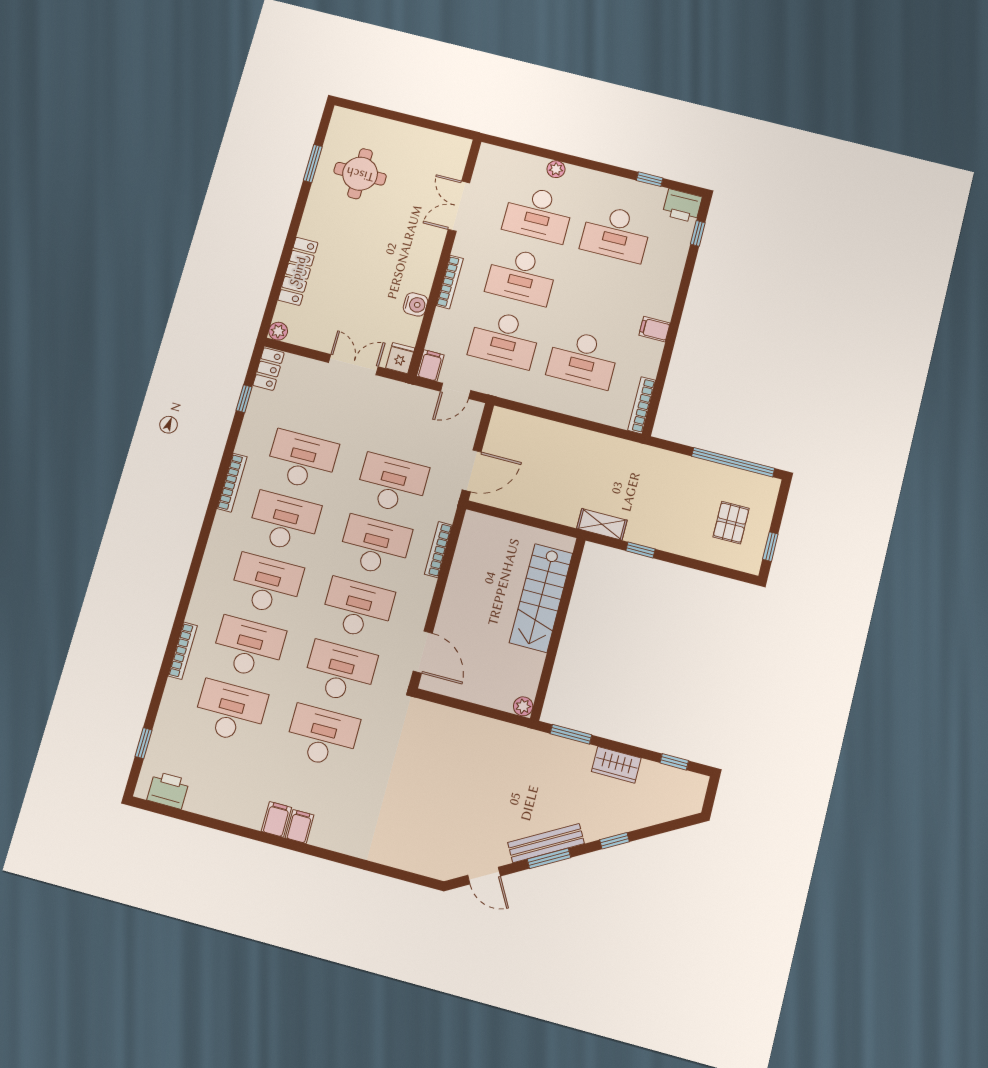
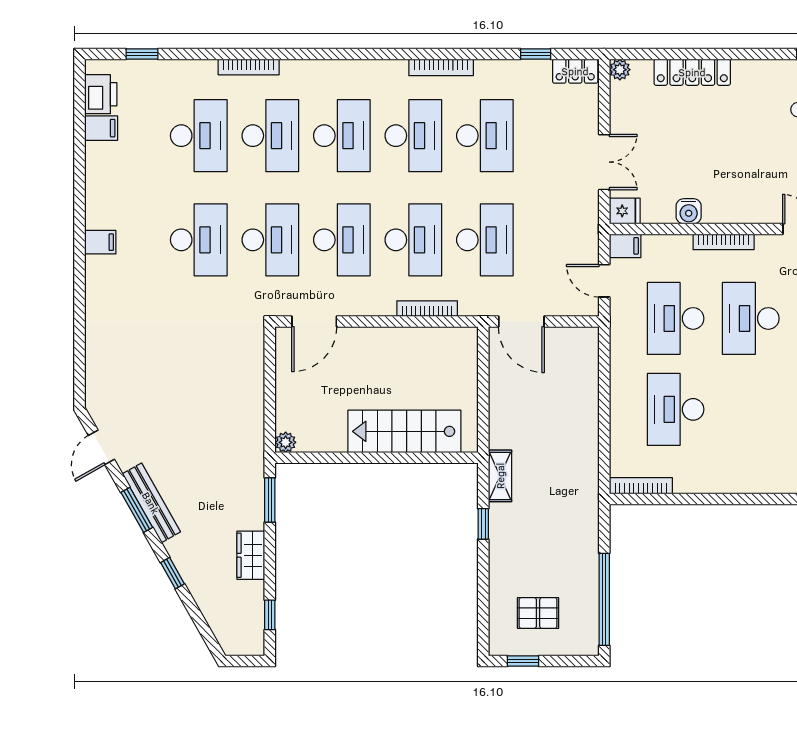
filing cabinet: (654, 329) -> (729, 479), removed
filing cabinet: (276, 819) -> (101, 128), moved

